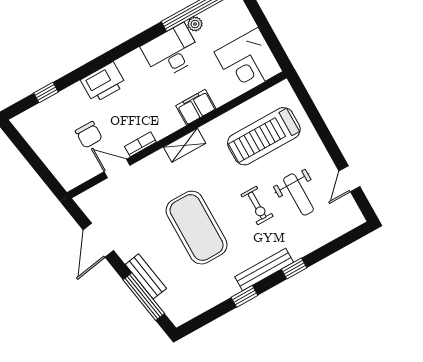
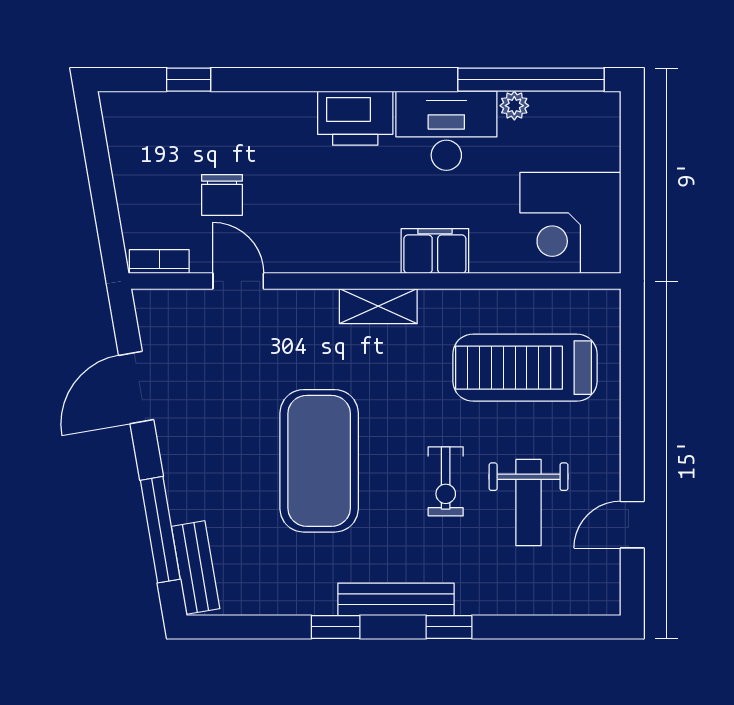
printer: (103, 82) -> (355, 118), moved
bookcase: (140, 144) -> (159, 262), moved
bench: (146, 276) -> (196, 568), moved

